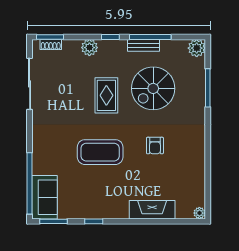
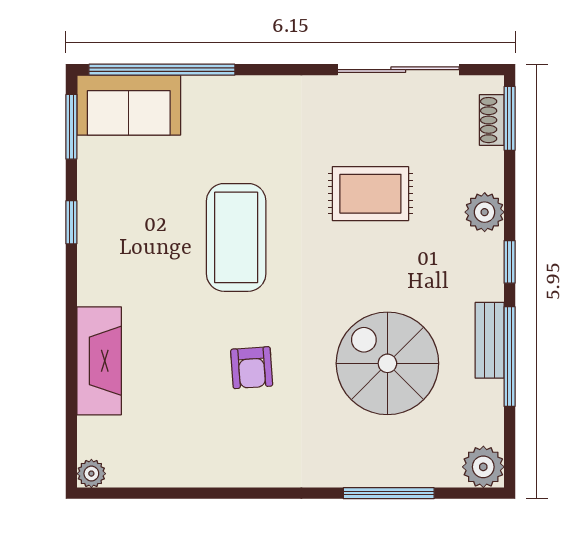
rug: (106, 95) -> (370, 194), moved
armchair: (155, 146) -> (252, 368), turned -94

